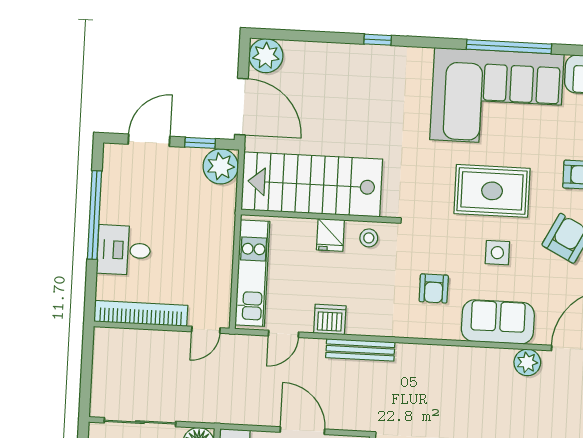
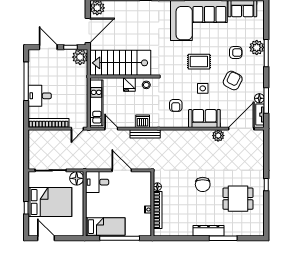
door: (241, 107) -> (88, 31), hinge flipped
door: (149, 140) -> (48, 47), hinge flipped
rug: (492, 191) -> (199, 62), width x0.73, depth x0.70
dishwasher: (330, 319) -> (143, 121), moved
door: (283, 334) -> (111, 129), swing flipped

